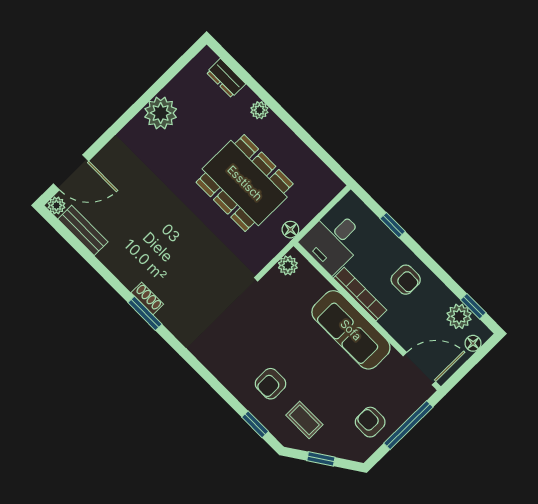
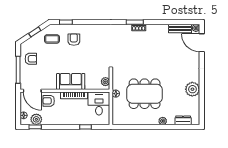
door: (71, 172) -> (202, 43), hinge flipped
armchair: (406, 280) -> (49, 101), moved
sofa: (351, 330) -> (71, 81), width x0.73
door: (419, 369) -> (32, 91), hinge flipped

